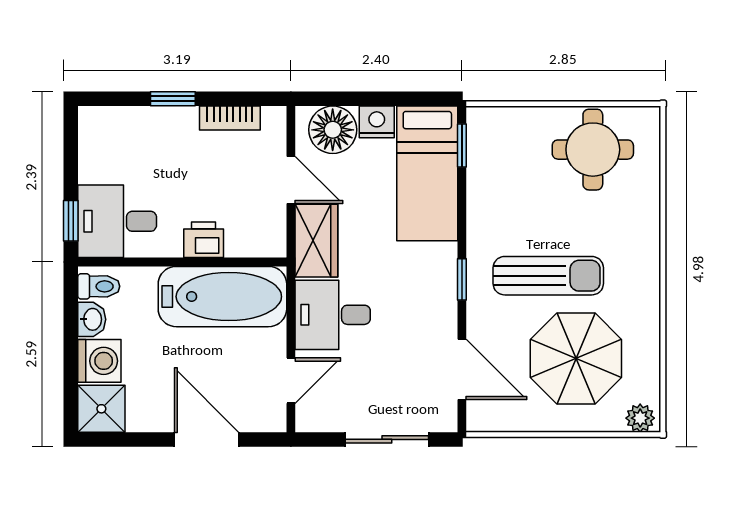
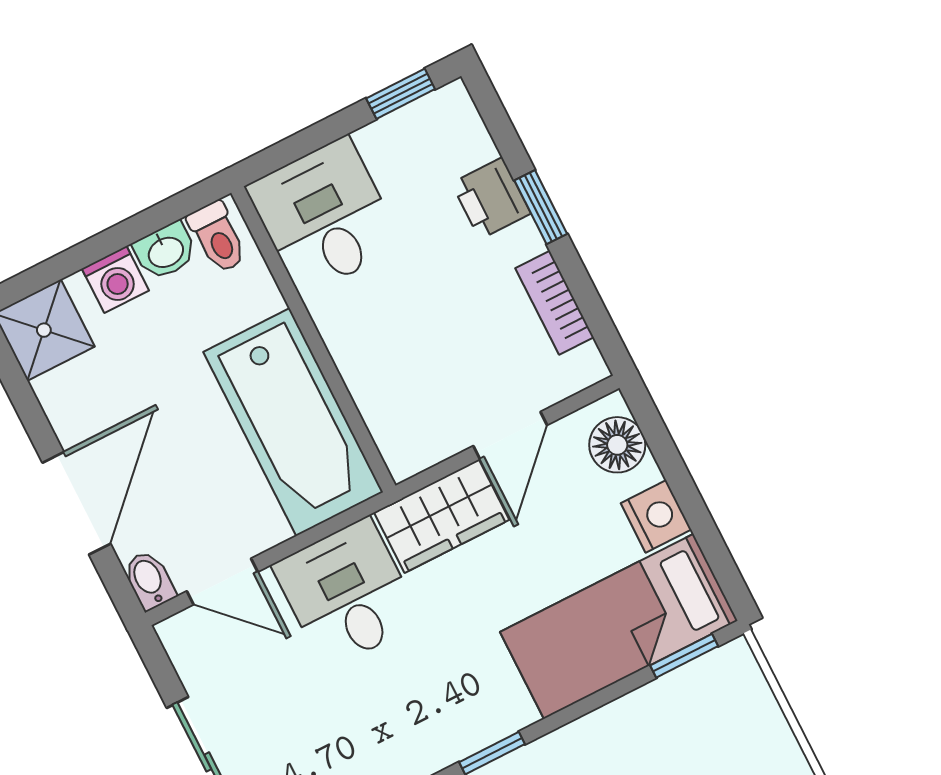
floor lamp: (333, 130) -> (617, 445), width x0.73, depth x0.73
window: (71, 221) -> (401, 94), moved
printer: (204, 240) -> (491, 198), moved, turned 180
washing machine: (99, 361) -> (115, 280), width x0.73, depth x0.73
bidet: (270, 421) -> (149, 580), added

